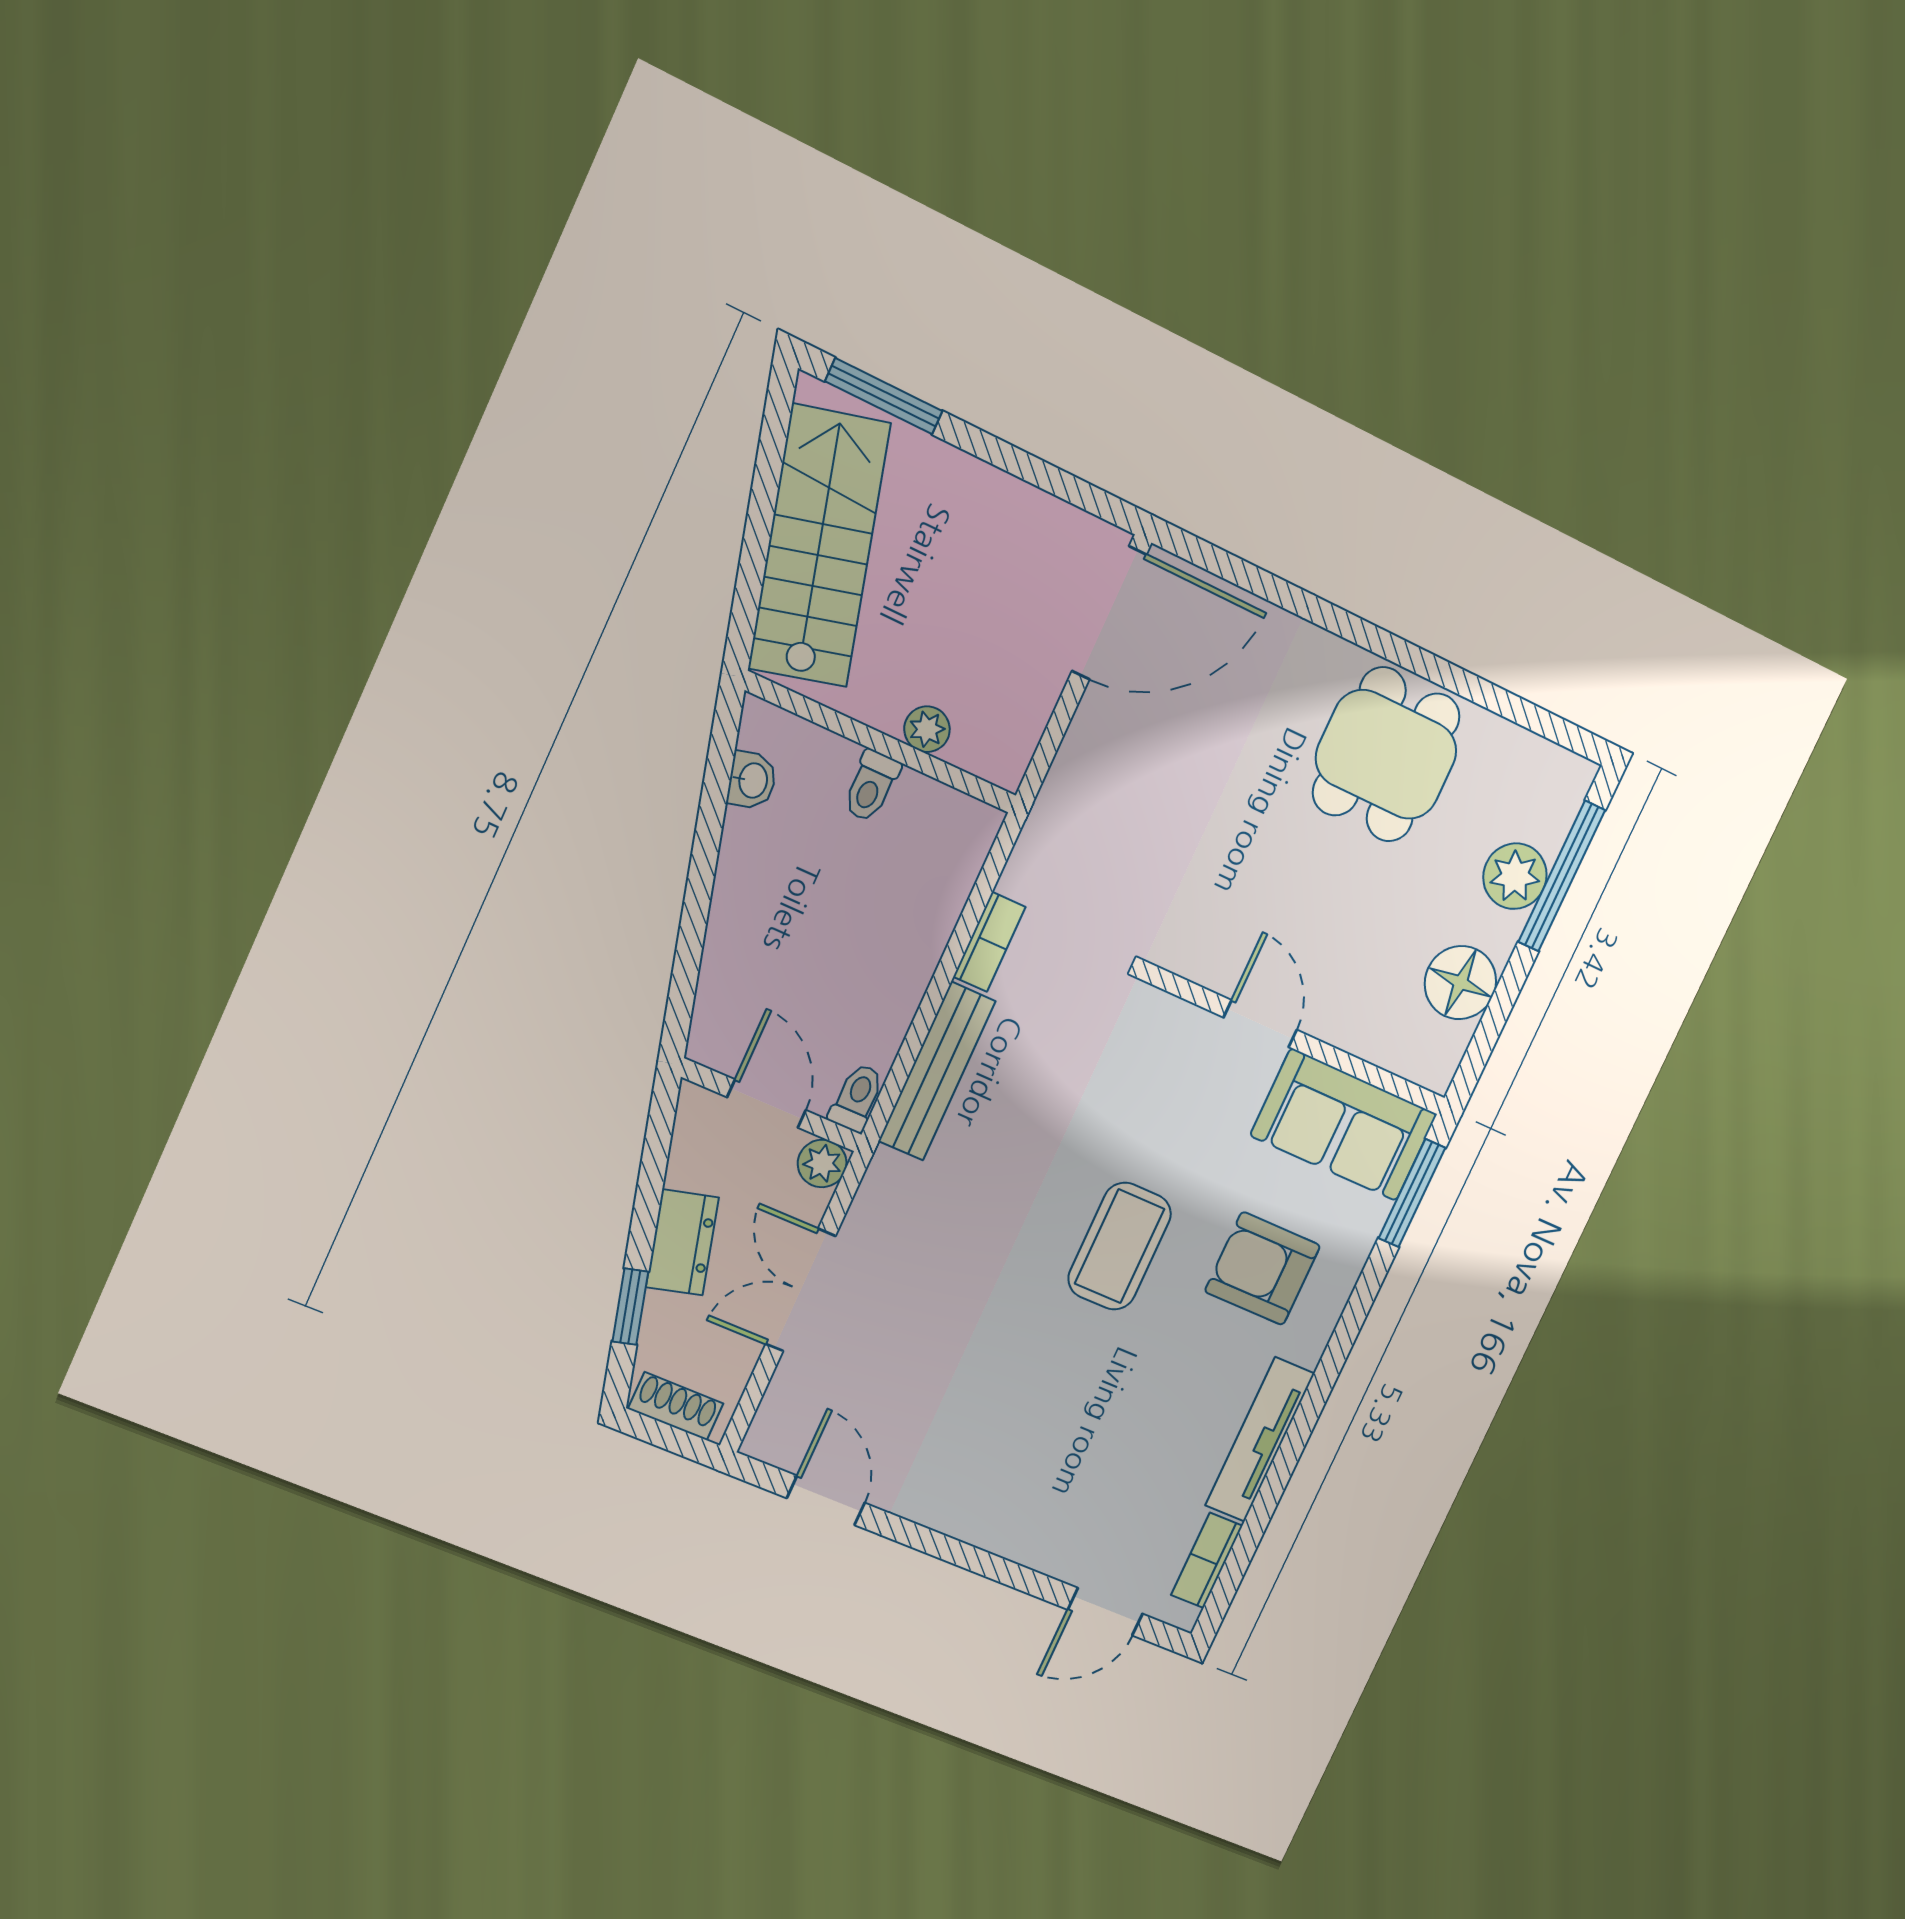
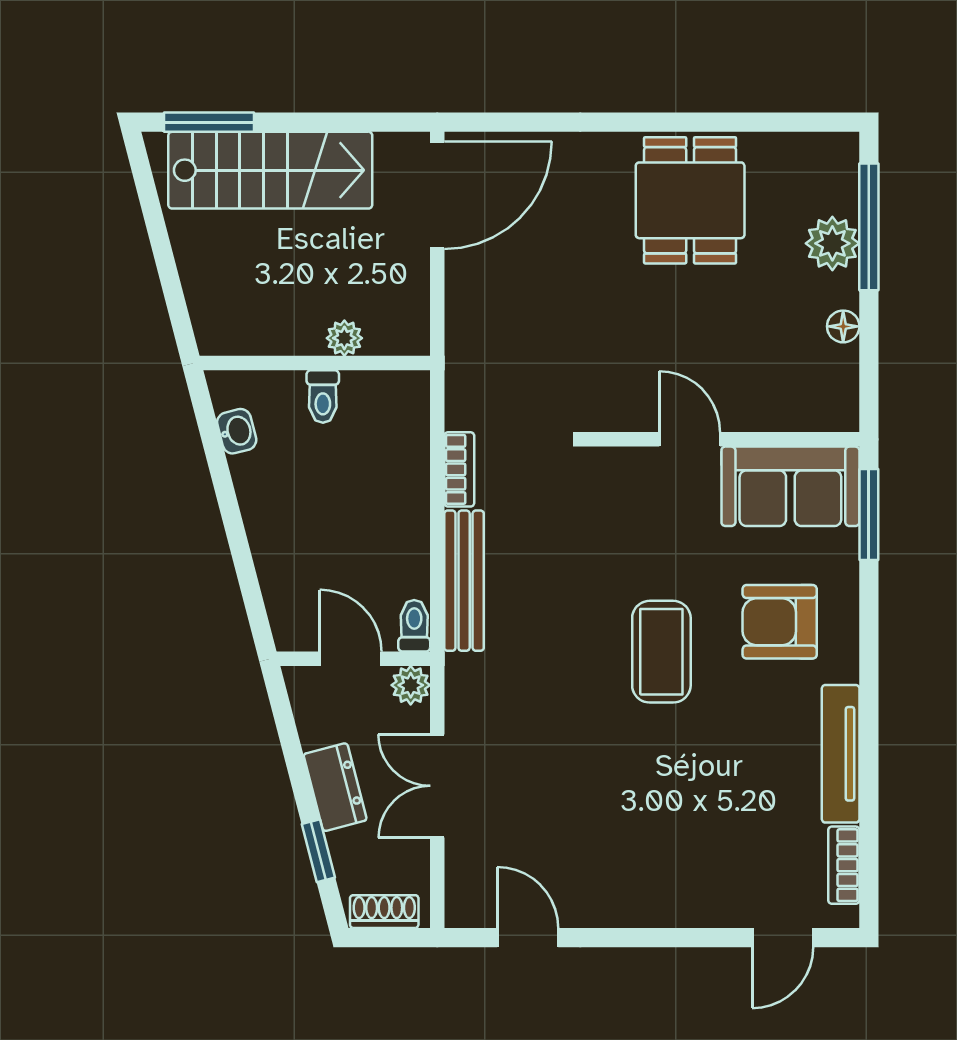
stairs: (819, 546) -> (270, 170), moved, turned 105
floor lamp: (1460, 983) -> (843, 326), width x0.53, depth x0.53

